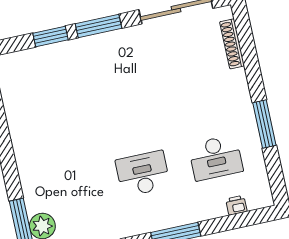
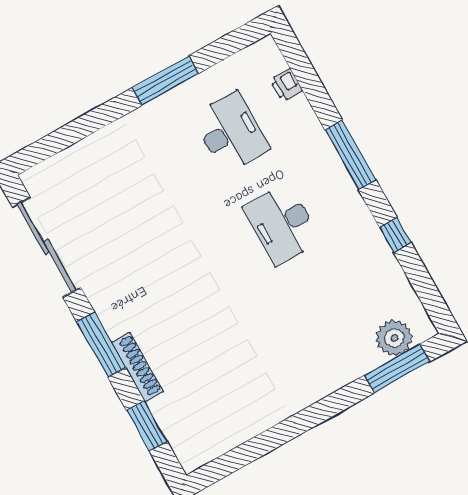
window: (50, 36) -> (147, 426), moved
shoe rack: (232, 44) -> (137, 367), moved, turned -90

